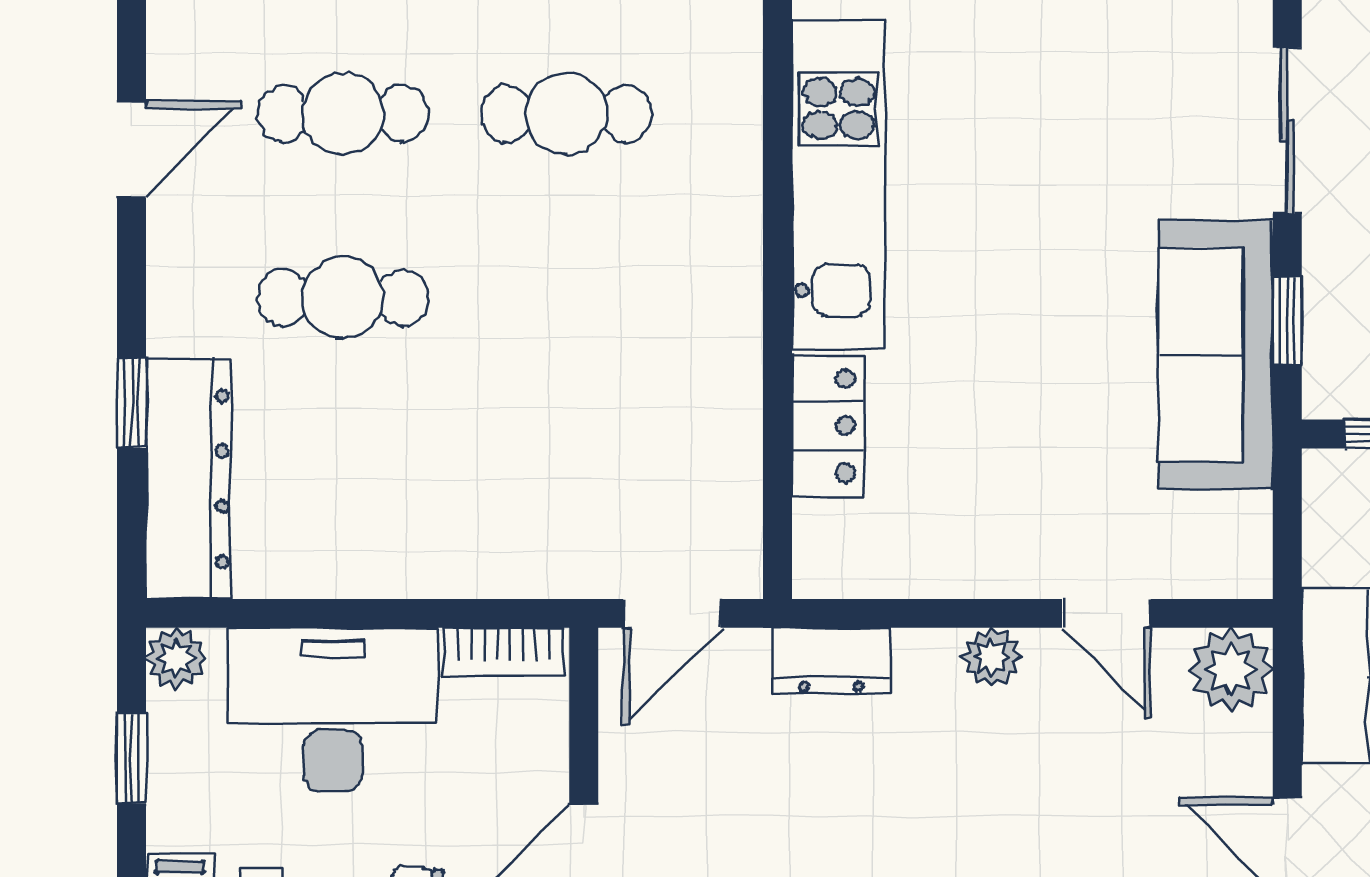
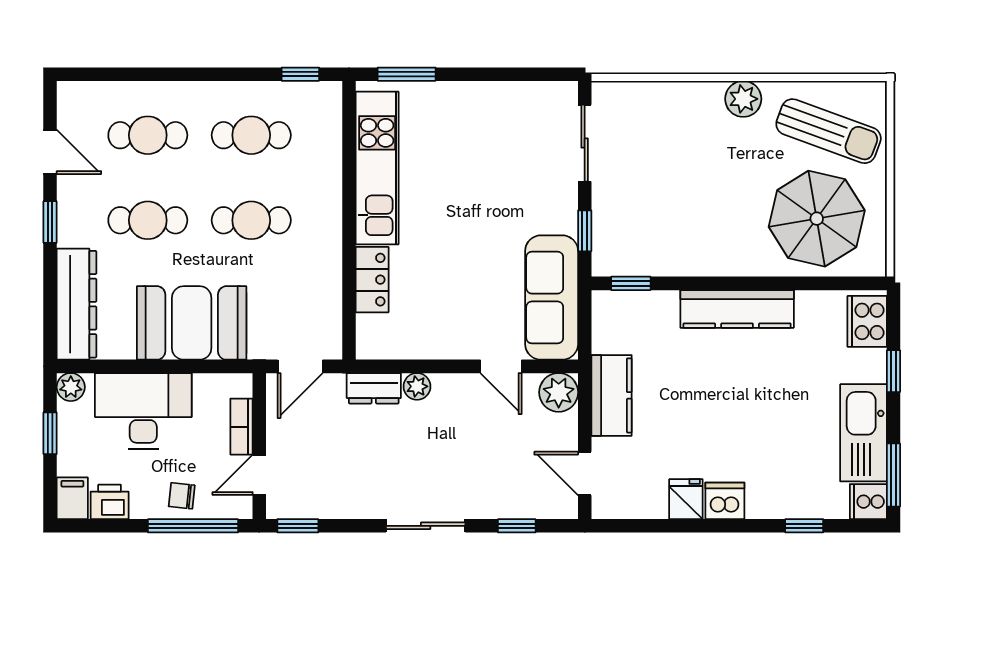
door: (132, 150) -> (50, 152), hinge flipped
cafe table: (566, 298) -> (251, 220), added
sofa: (1216, 355) -> (552, 298), moved
window: (132, 403) -> (50, 222), moved
booth: (438, 519) -> (192, 323), added
bookcase: (503, 652) -> (241, 427), moved, turned 90
plant: (992, 657) -> (417, 386), moved

